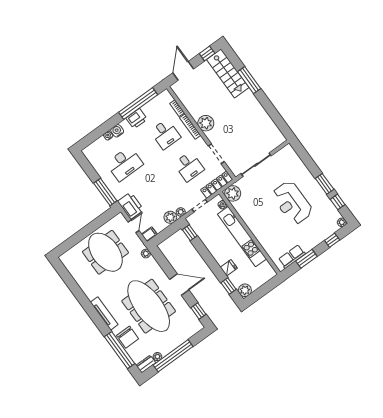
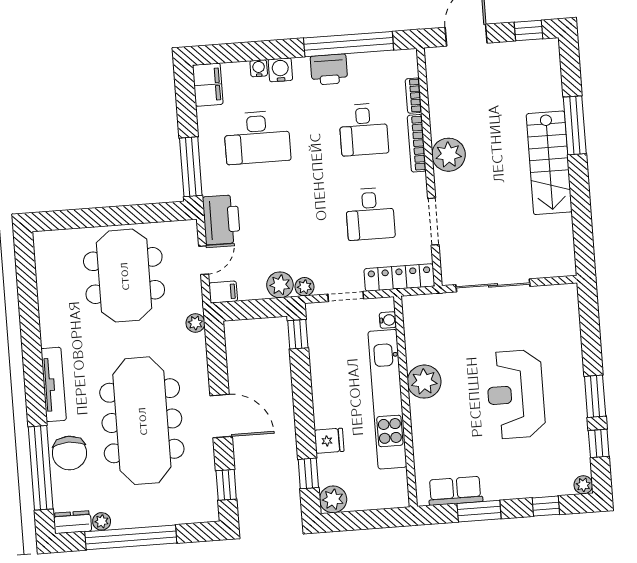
stairs: (228, 73) -> (549, 163), moved
filing cabinet: (92, 155) -> (208, 85), added
plant: (233, 193) -> (424, 382), moved

